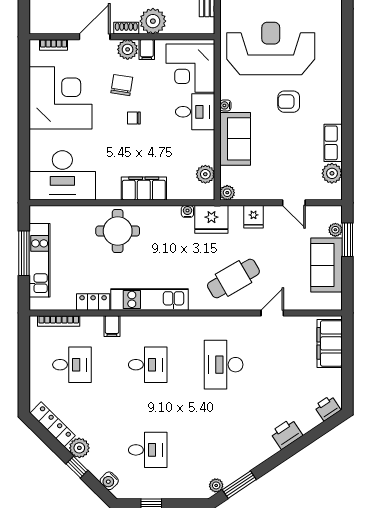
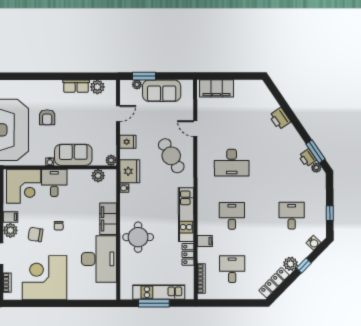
desk: (62, 175) -> (99, 259), moved
printer: (327, 408) -> (308, 158), moved

